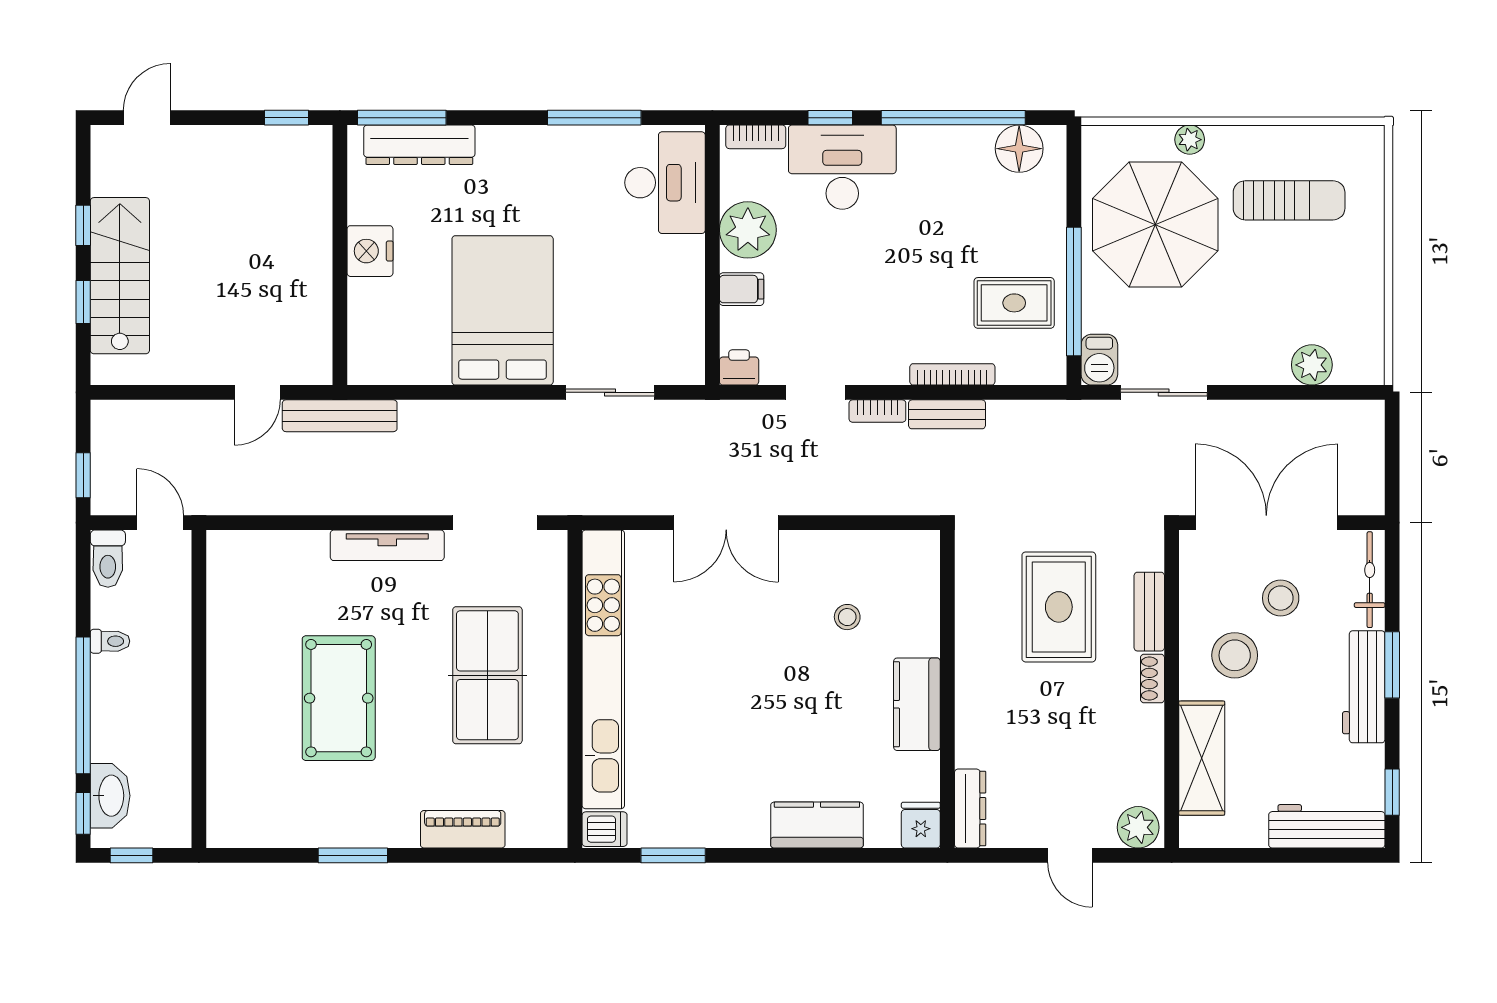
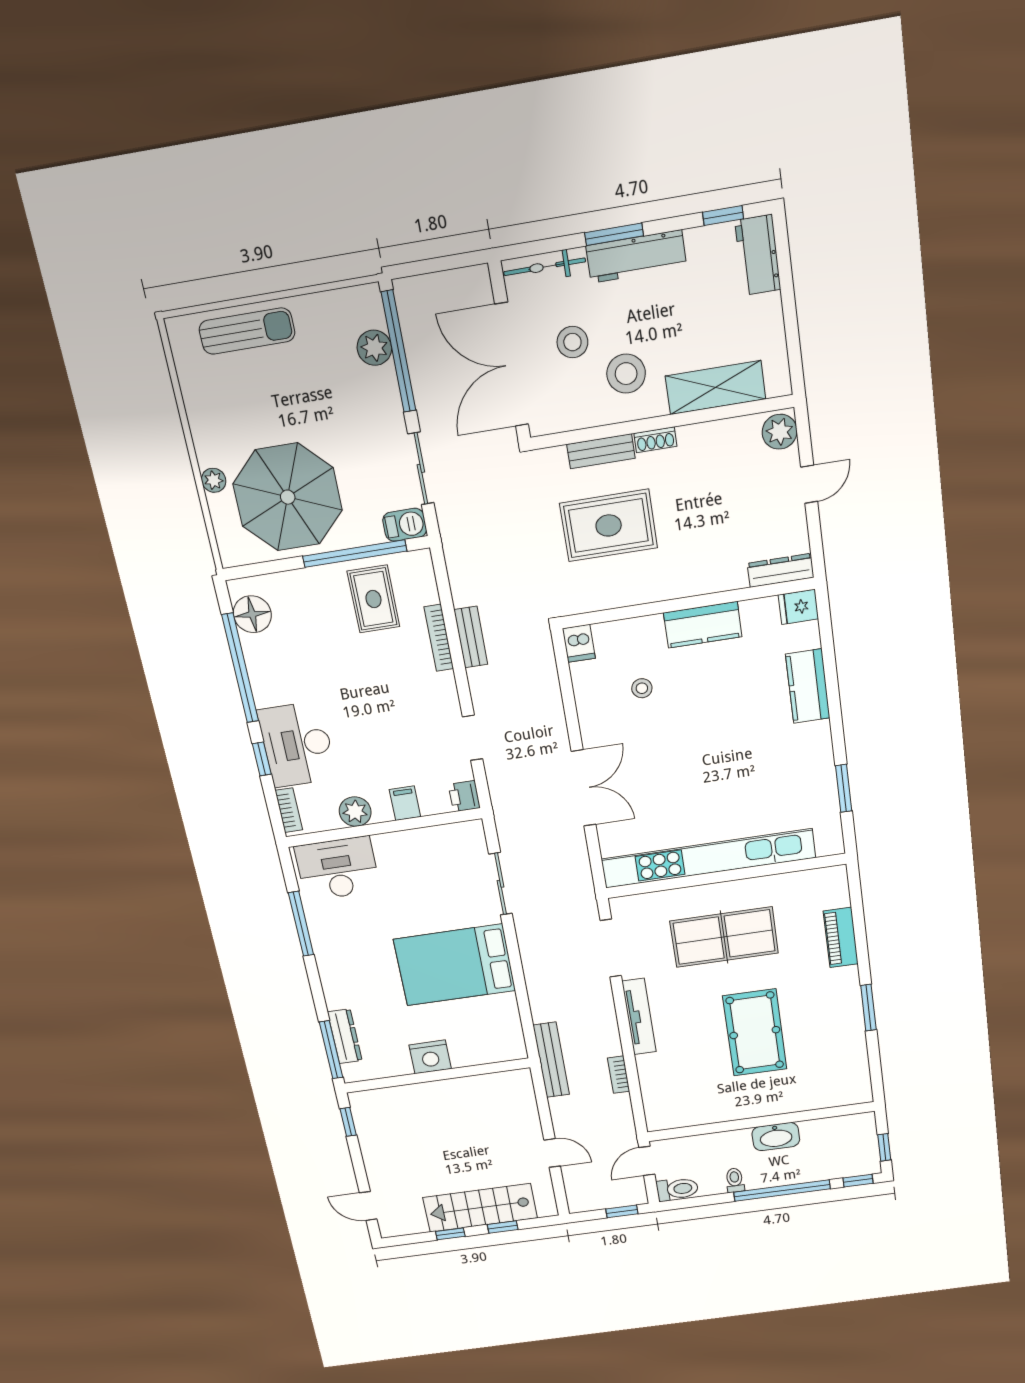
dresser: (419, 145) -> (345, 1036), width x0.73, depth x0.80
sun lounger: (1289, 200) -> (247, 331), moved, turned 90
plant: (748, 230) -> (355, 812), width x0.73, depth x0.73
door: (257, 392) -> (552, 1153), moved
window: (1303, 392) -> (399, 351), added
bookcase: (877, 411) -> (619, 1075), moved, turned 180
pool table: (339, 698) -> (755, 1033), turned 90
washbasin: (110, 796) -> (776, 1137), moved, turned 180
workbench: (1327, 826) -> (758, 255), width x0.73
dishwasher: (605, 829) -> (579, 643), moved, turned 180

